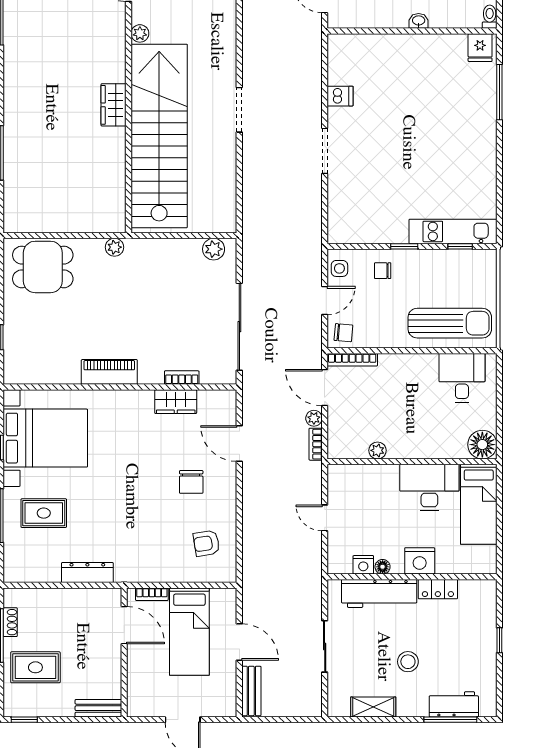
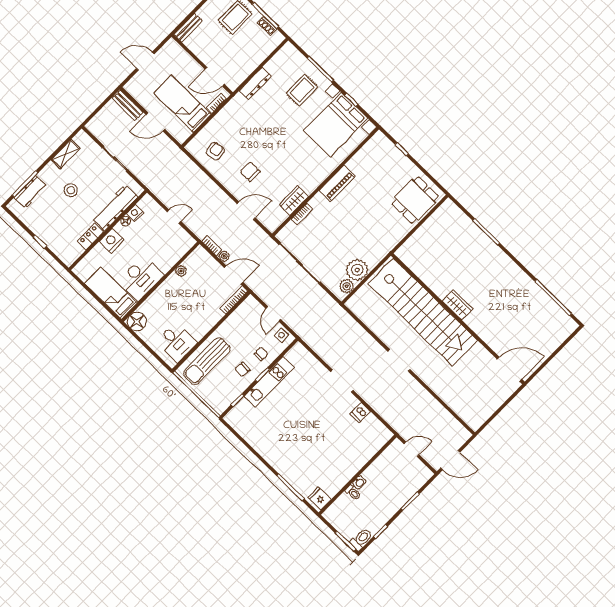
toilet: (490, 17) -> (353, 493), moved
plant: (140, 33) -> (478, 349), removed
kitchen unit: (453, 231) -> (269, 382), moved
plant: (115, 247) -> (357, 270), moved, width x1.88, depth x1.88
chair: (343, 333) -> (242, 369), moved

